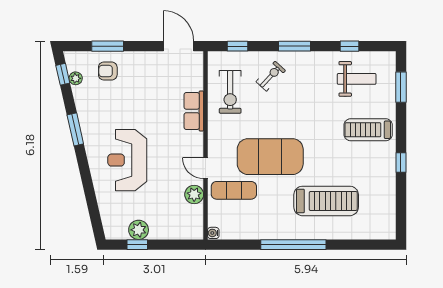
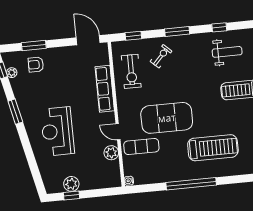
row of seats: (194, 111) -> (105, 89), width x1.48

